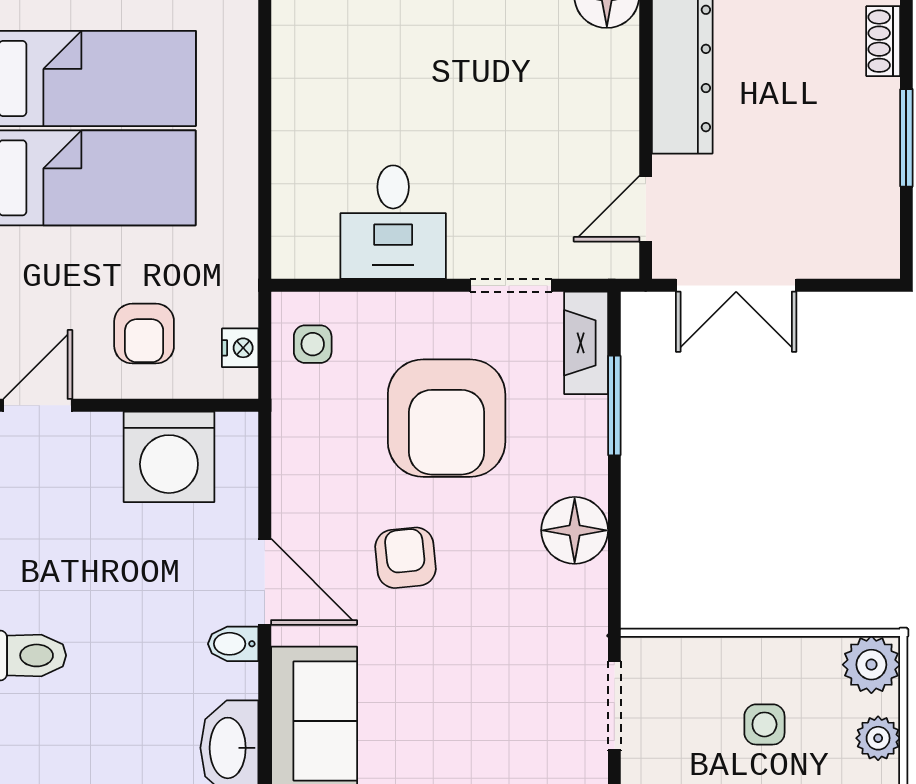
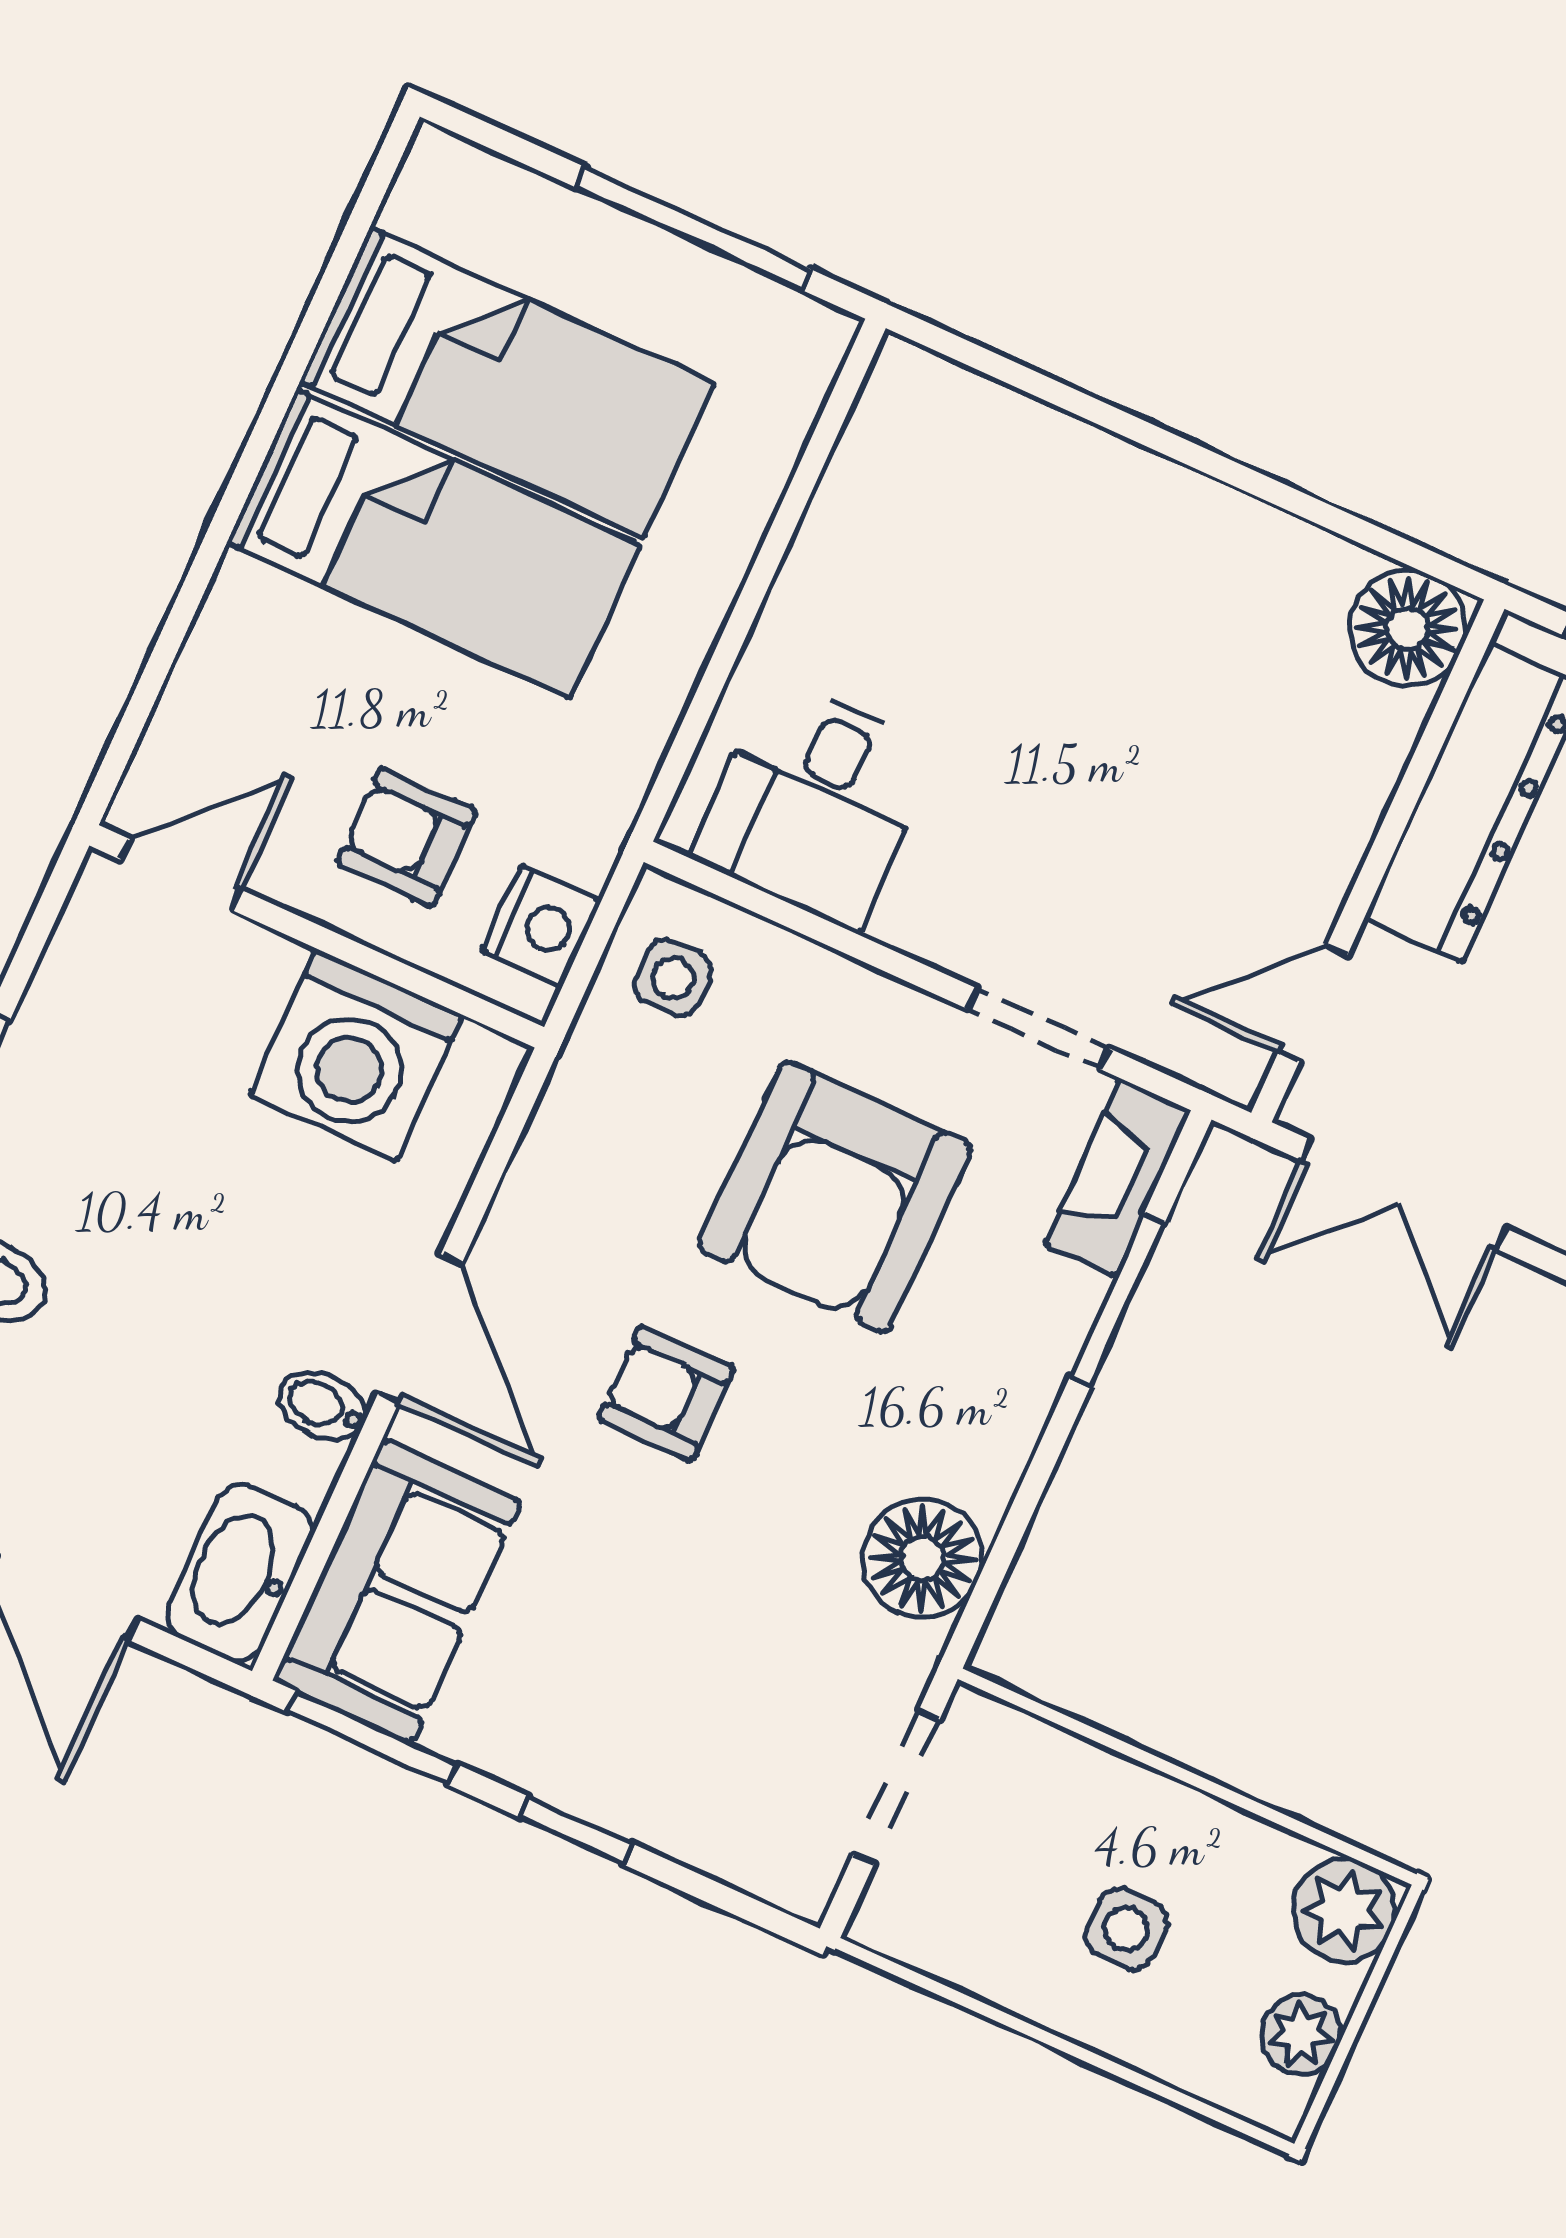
desk: (393, 222) -> (815, 804), moved
armchair: (144, 334) -> (407, 837), turned 90
nightstand: (240, 348) -> (542, 926), width x1.39, depth x1.35
floor lamp: (575, 530) -> (922, 1558), moved
armchair: (405, 558) -> (666, 1393), turned -84

